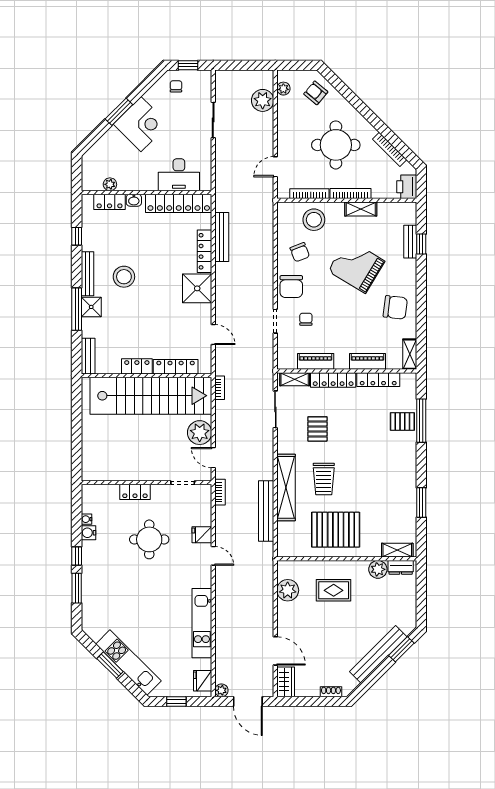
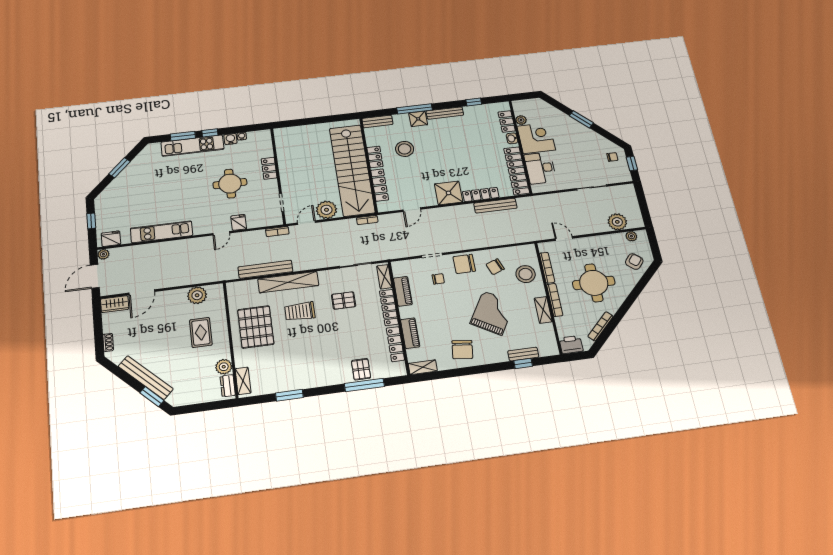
corner desk: (141, 124) -> (536, 138), moved, turned -135
stool: (124, 277) -> (405, 149), moved
kitchen unit: (128, 662) -> (192, 146), moved, turned 45

